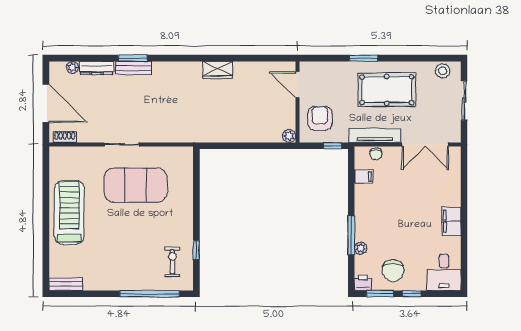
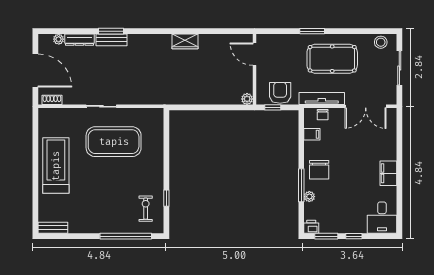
armchair: (320, 118) -> (280, 93), moved
window: (332, 146) -> (273, 107), moved
chair: (393, 271) -> (319, 170), moved

